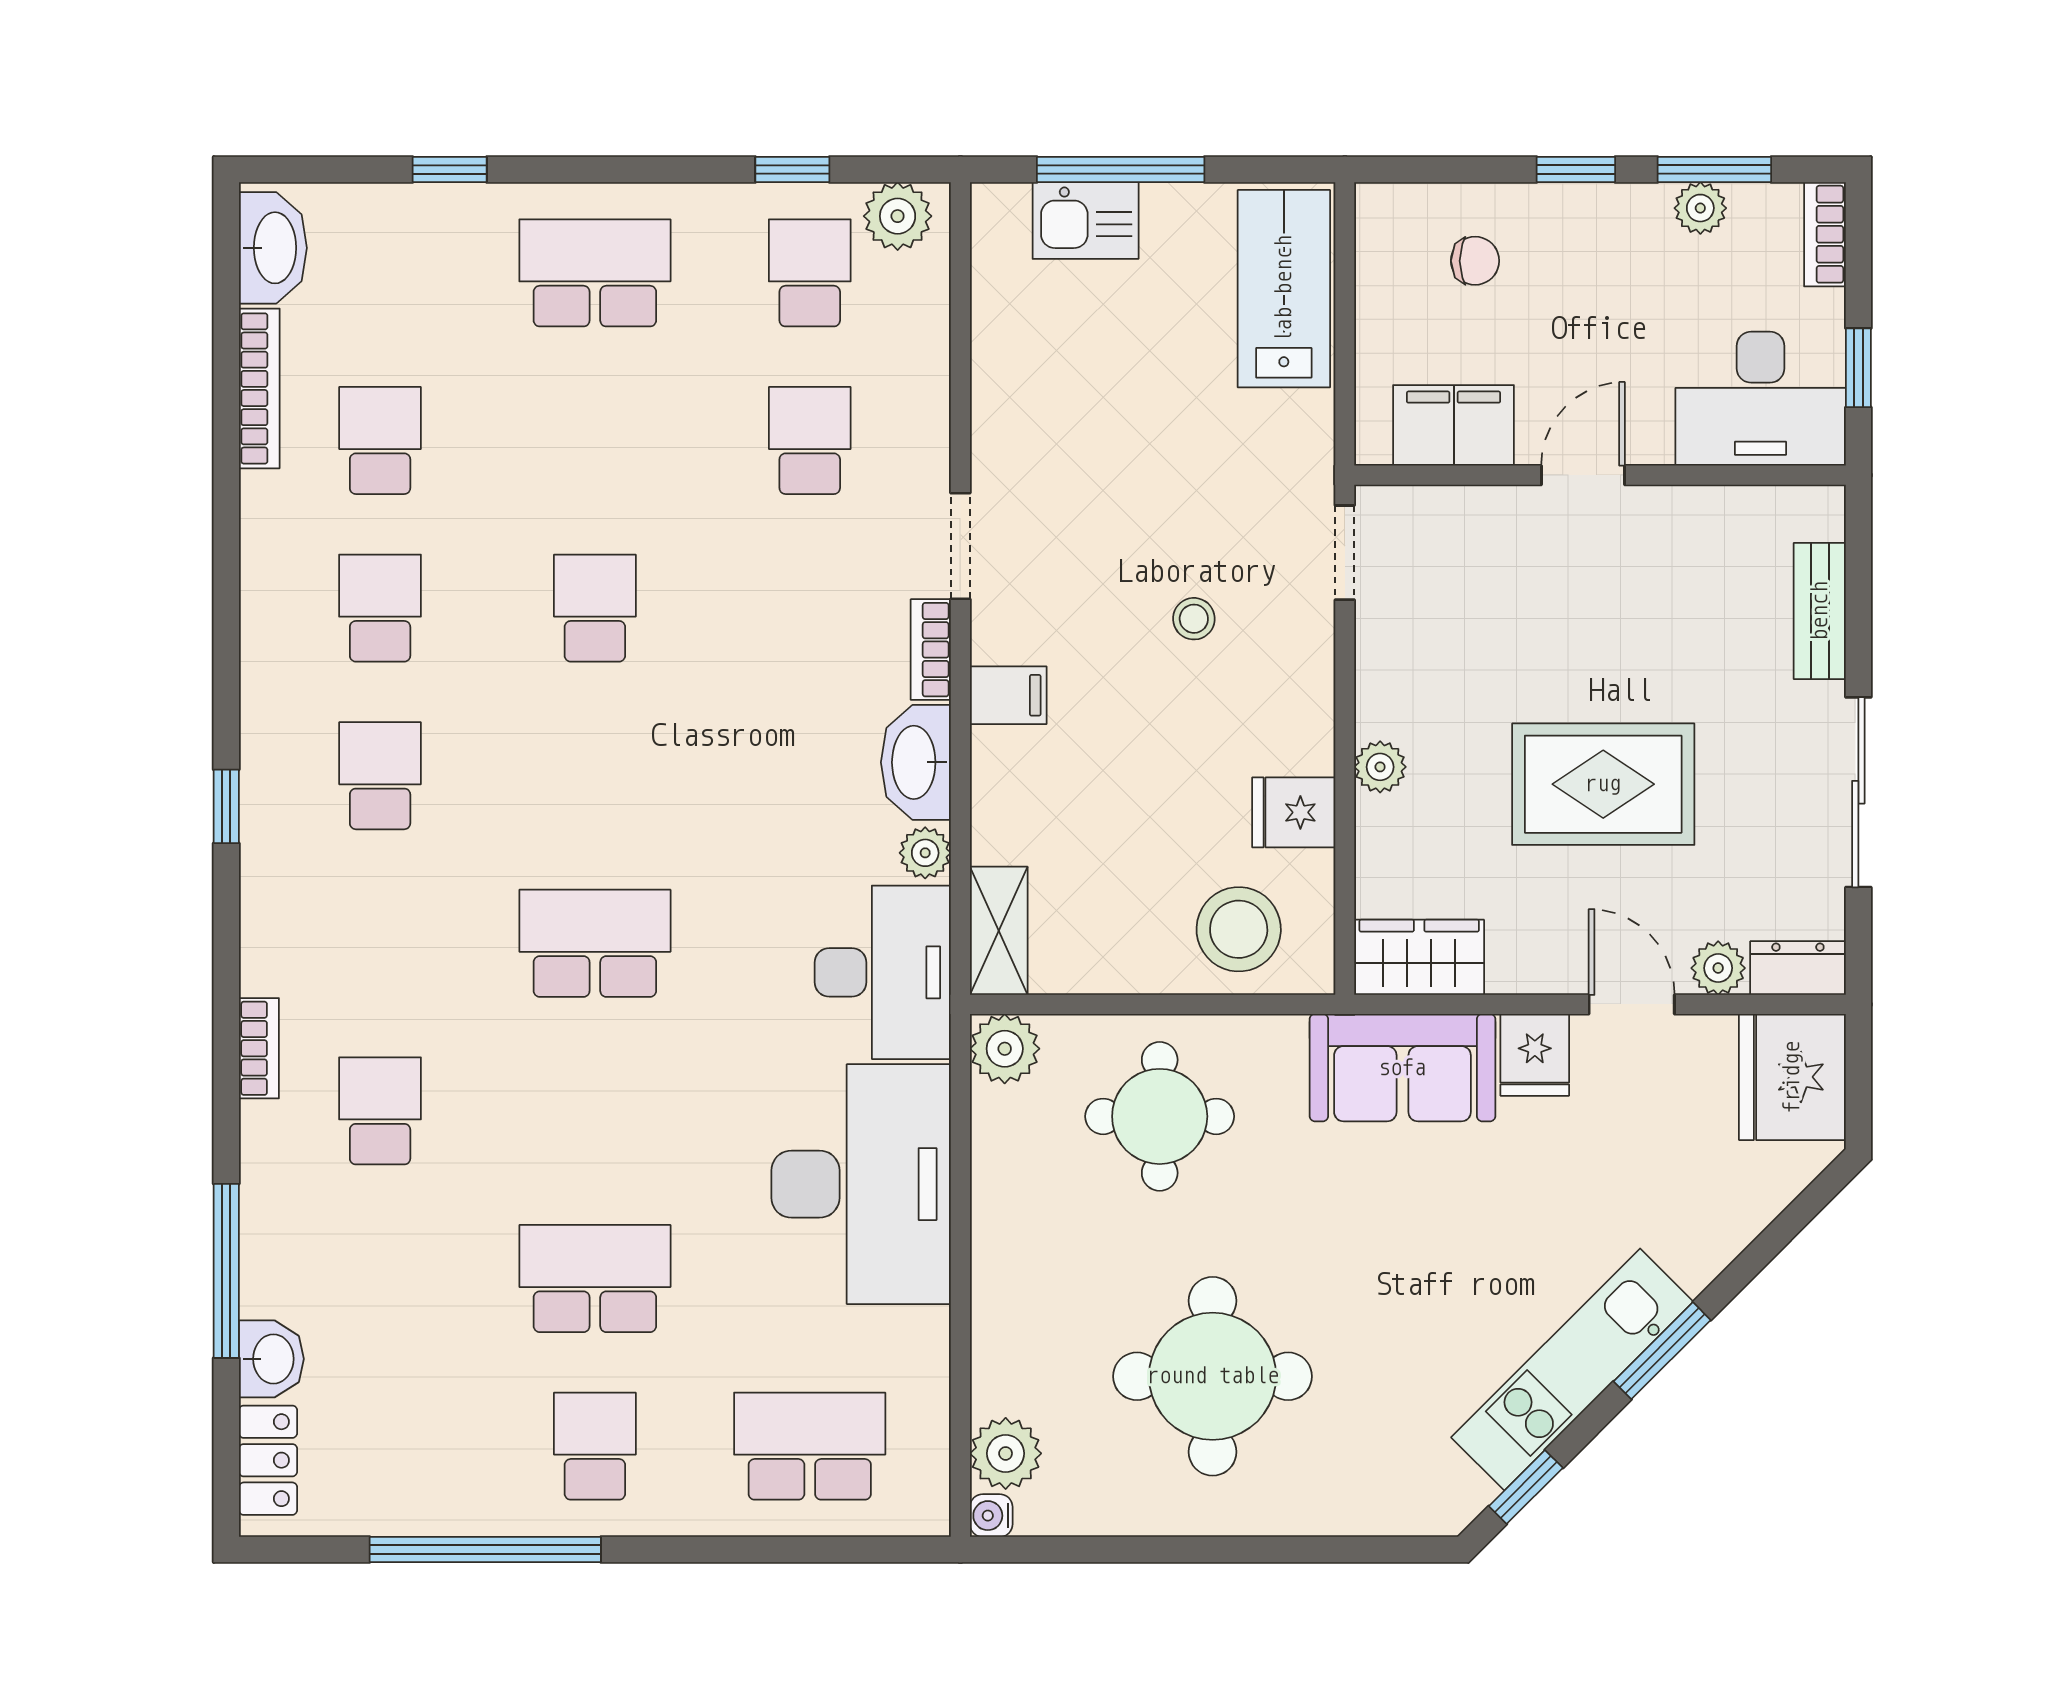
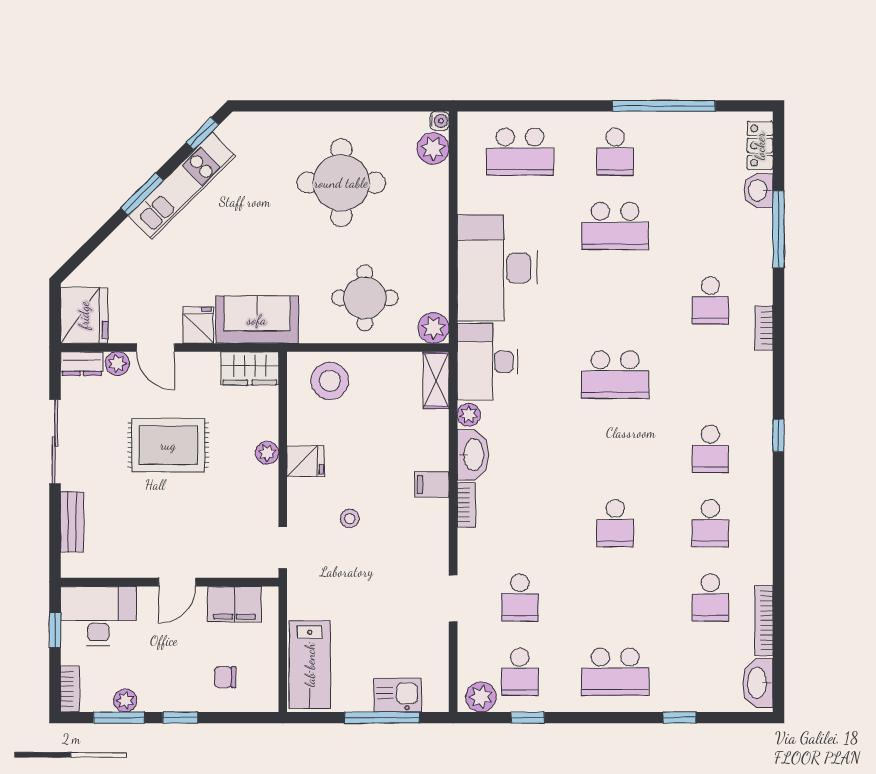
doorway: (960, 546) -> (453, 599), moved
fridge: (1294, 812) -> (305, 461), moved

